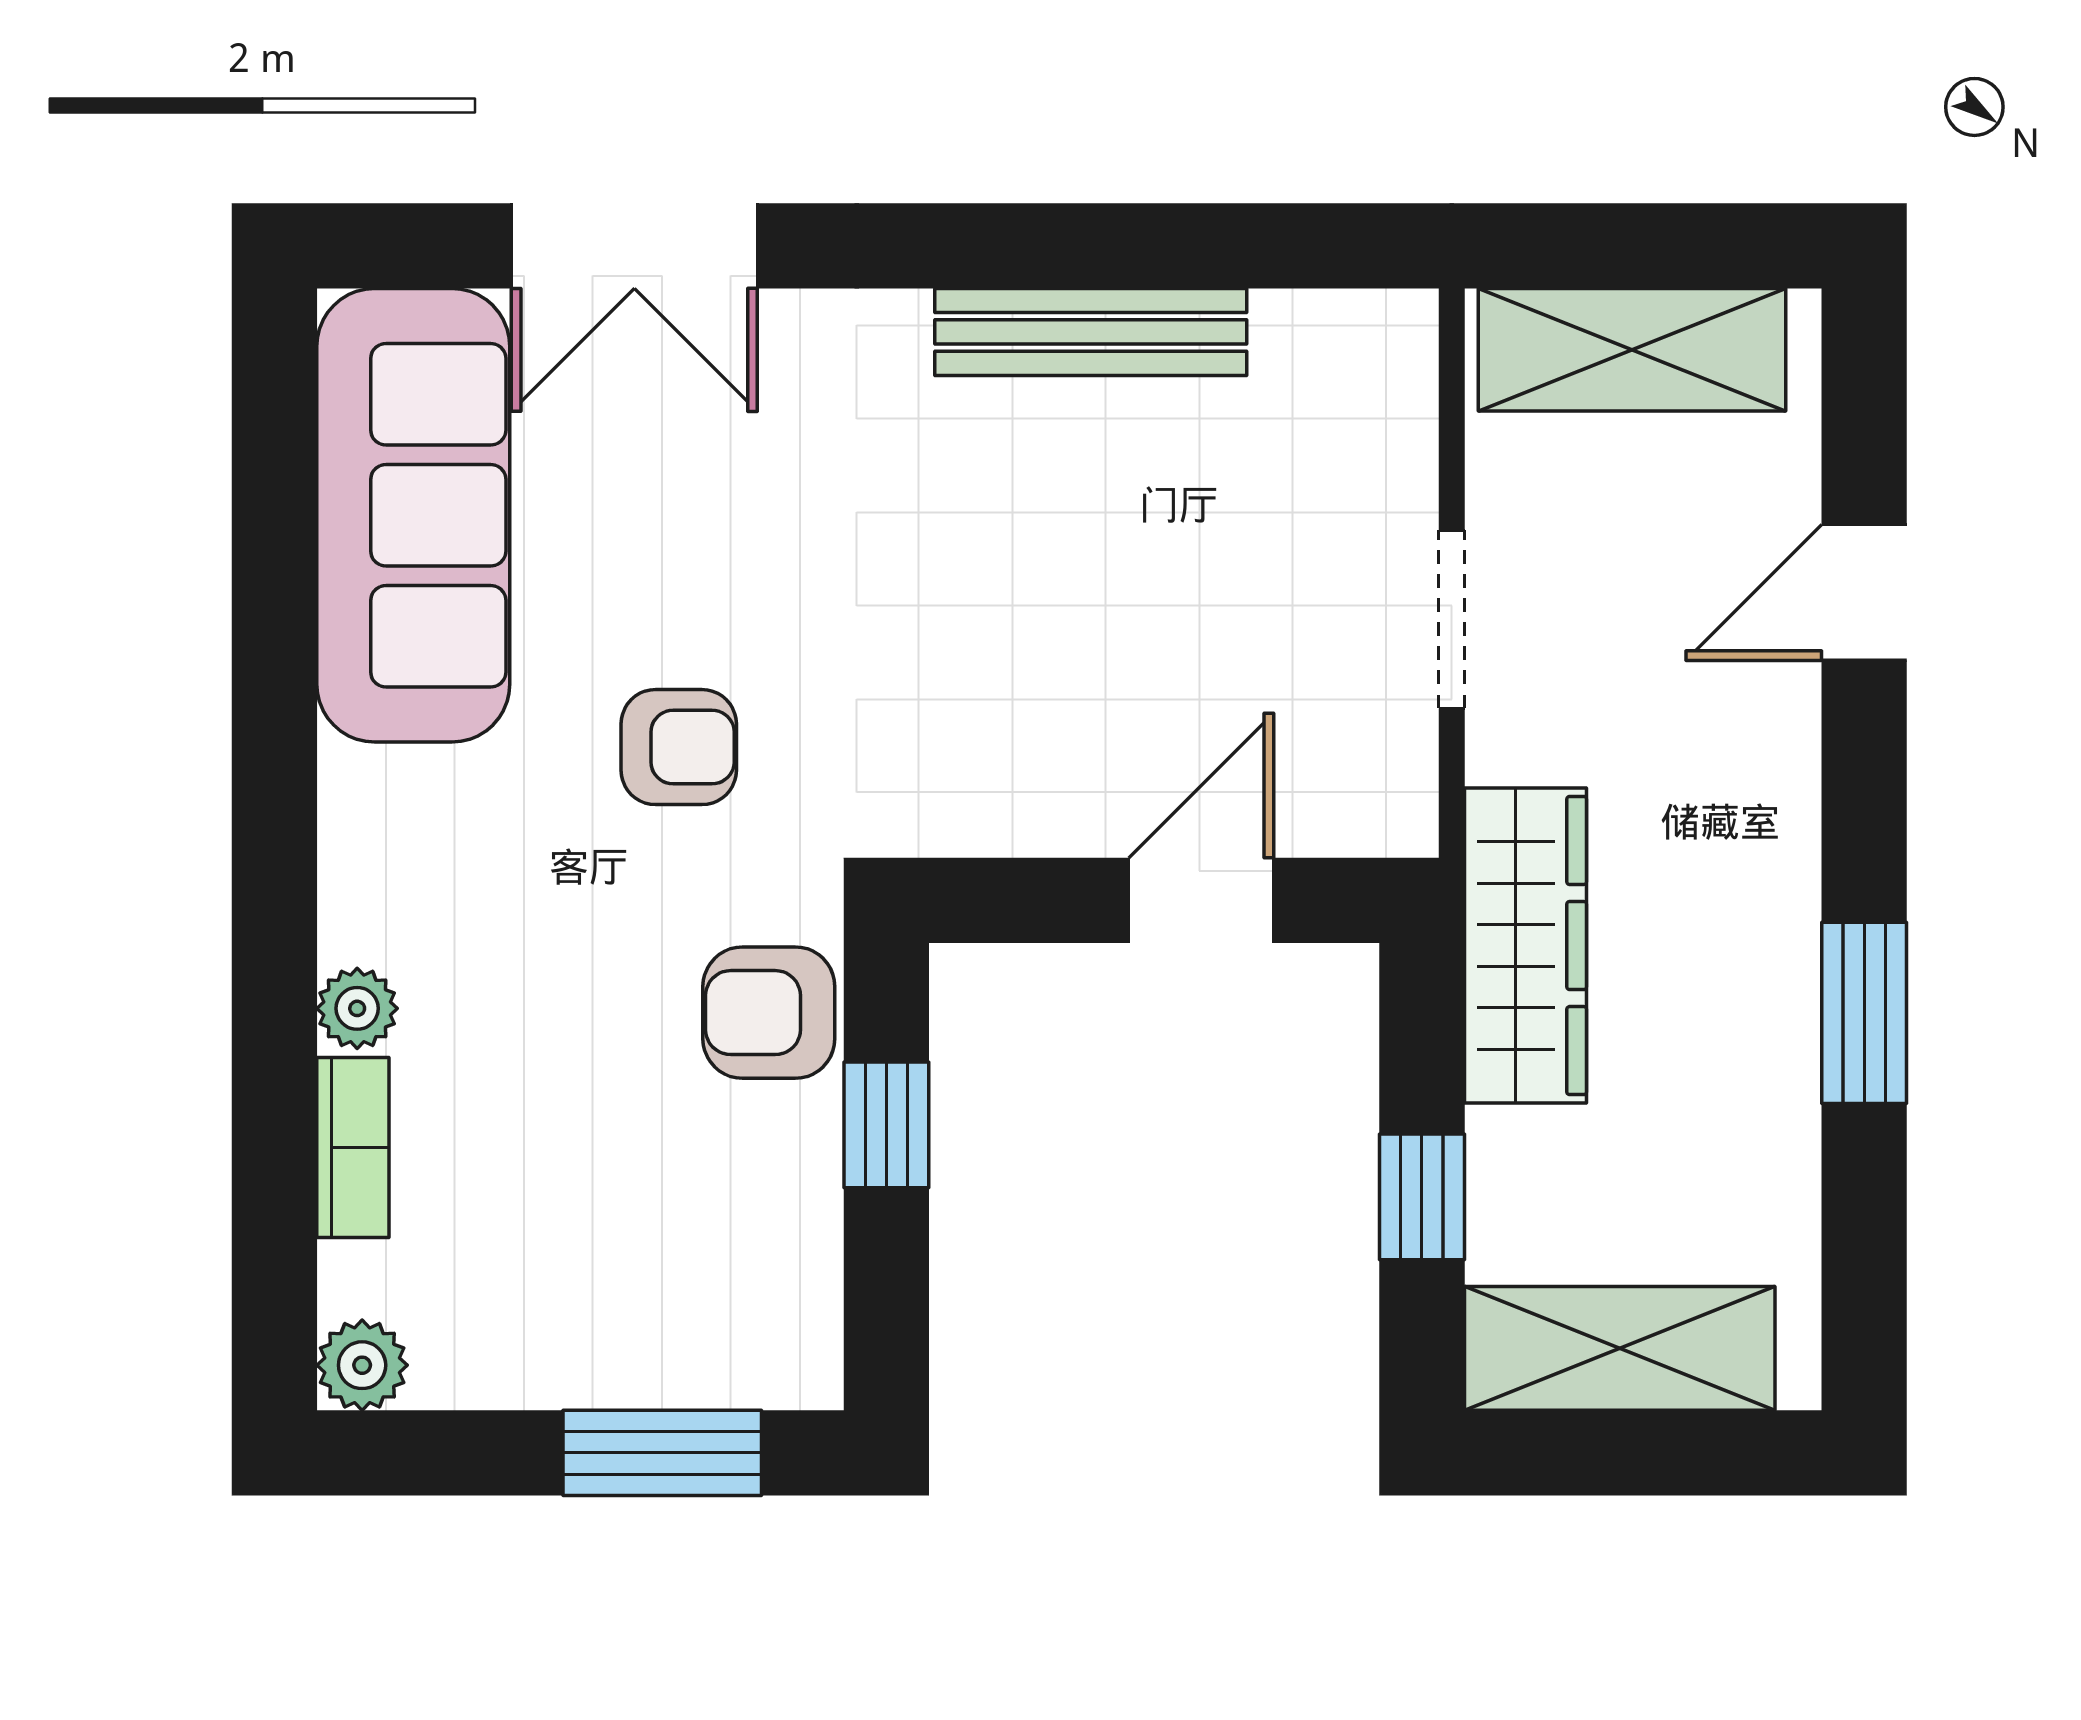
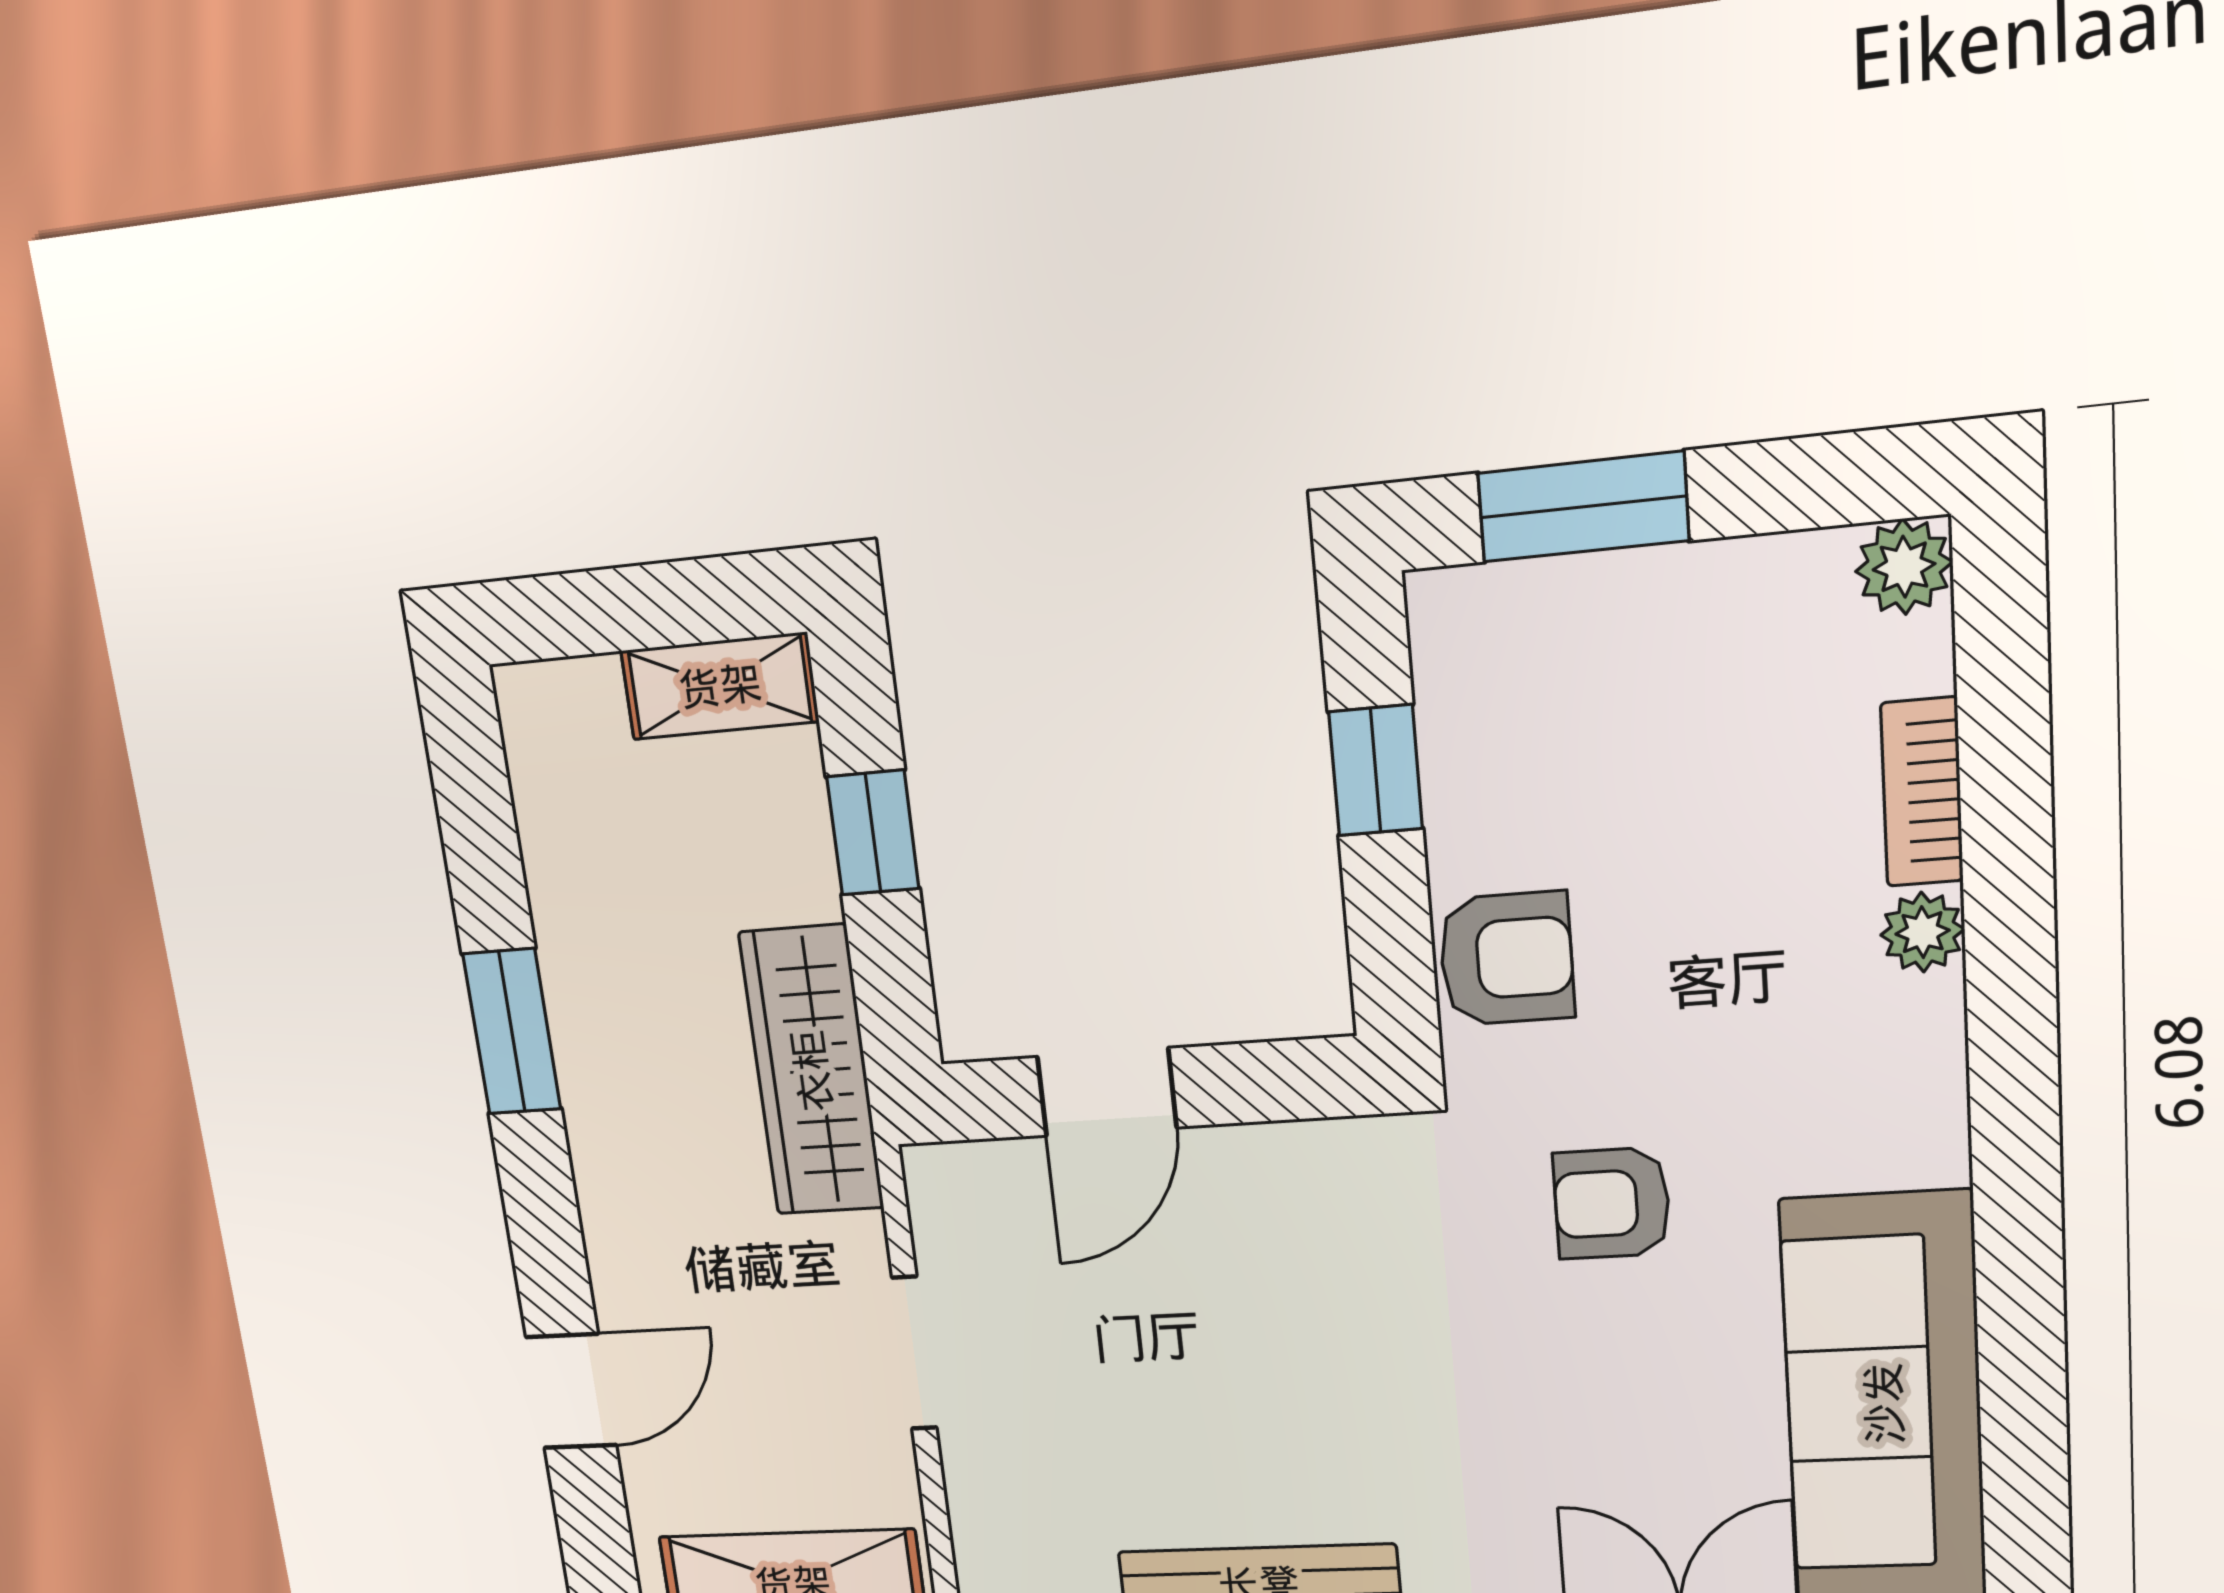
window: (886, 1125) -> (1376, 770), moved
shelving: (1620, 1348) -> (720, 686), width x0.67, depth x0.75

